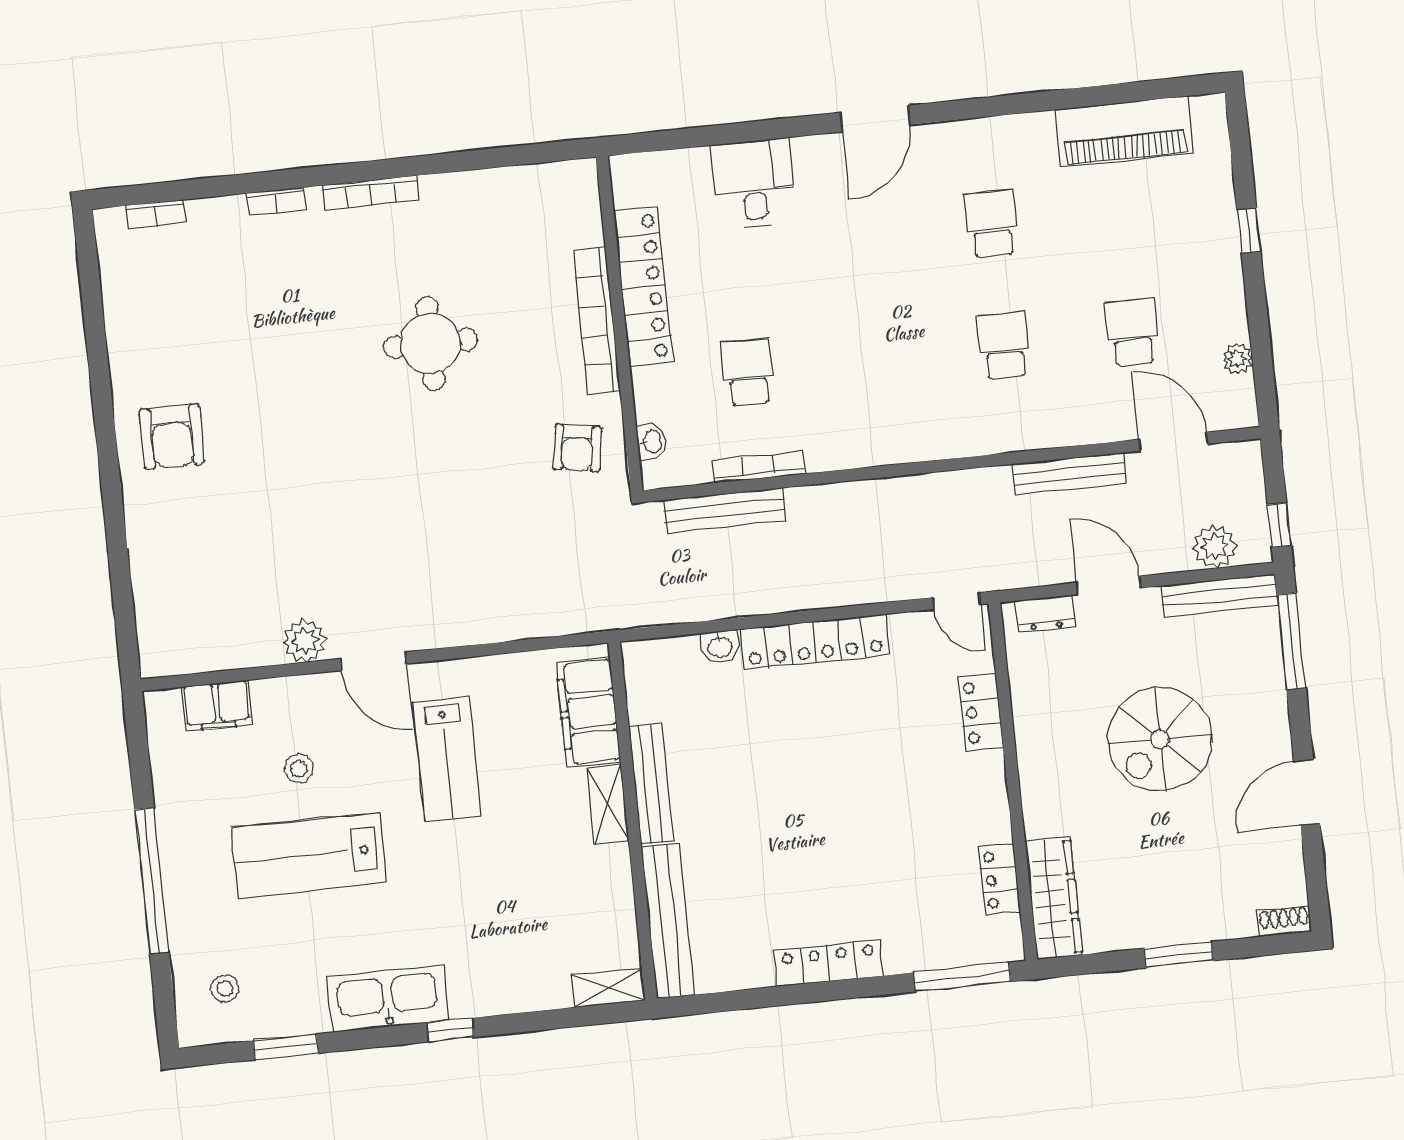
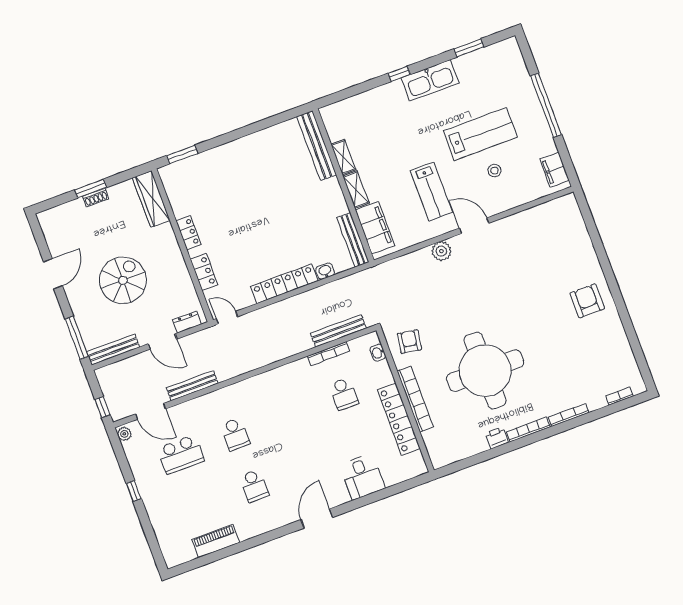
piano: (1124, 132) -> (216, 541), width x0.73, depth x0.75
printer: (443, 192) -> (497, 438), added
bookcase: (276, 202) -> (568, 415), width x1.56
window: (1249, 231) -> (134, 491), moved
school desk: (1132, 332) -> (181, 454), width x1.85
round table: (431, 343) -> (485, 371), width x1.86, depth x1.86
plant: (1237, 359) -> (124, 434), moved
window: (1279, 525) -> (103, 407), moved
plant: (1214, 547) -> (121, 370), removed
plant: (305, 641) -> (441, 251), moved
filing cabinet: (217, 706) -> (555, 170), moved, turned -90
lab bench: (447, 759) -> (431, 191), turned 180
bench: (651, 784) -> (353, 240), moved
locker: (1000, 879) -> (189, 233), moved
shoe rack: (1284, 921) -> (96, 197), moved
locker: (829, 963) -> (242, 145), removed
window: (962, 977) -> (182, 155), width x0.69
shelving: (608, 988) -> (343, 157), moved, turned 90
stool: (225, 989) -> (502, 66), removed

